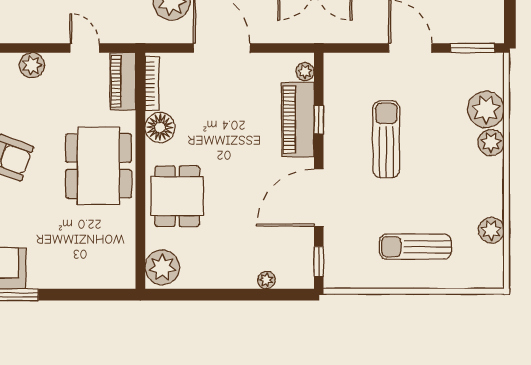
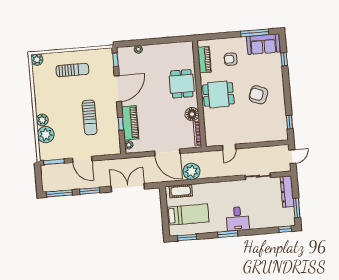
door: (85, 48) -> (229, 147), hinge flipped
plant: (32, 65) -> (252, 137), removed
piano: (123, 81) -> (204, 60), moved
dining table: (98, 166) -> (218, 94), width x0.73
plant: (491, 230) -> (37, 60), moved
armchair: (65, 241) -> (231, 59), added
plant: (162, 267) -> (186, 51), removed

